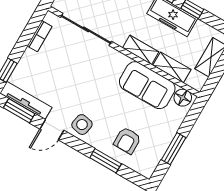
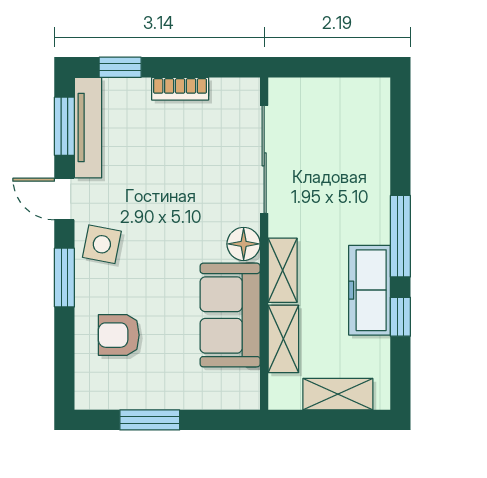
bookcase: (40, 36) -> (180, 89), moved
floor lamp: (183, 98) -> (244, 244), moved
window: (106, 161) -> (64, 278), moved

